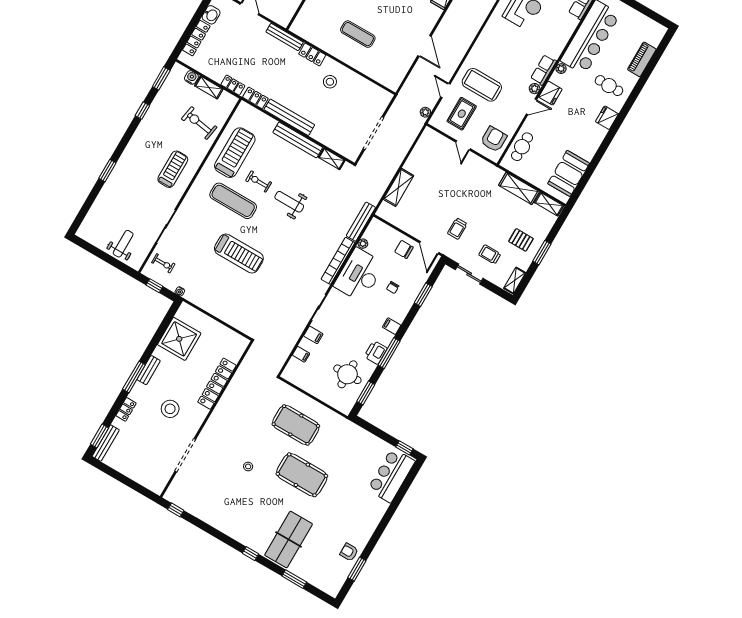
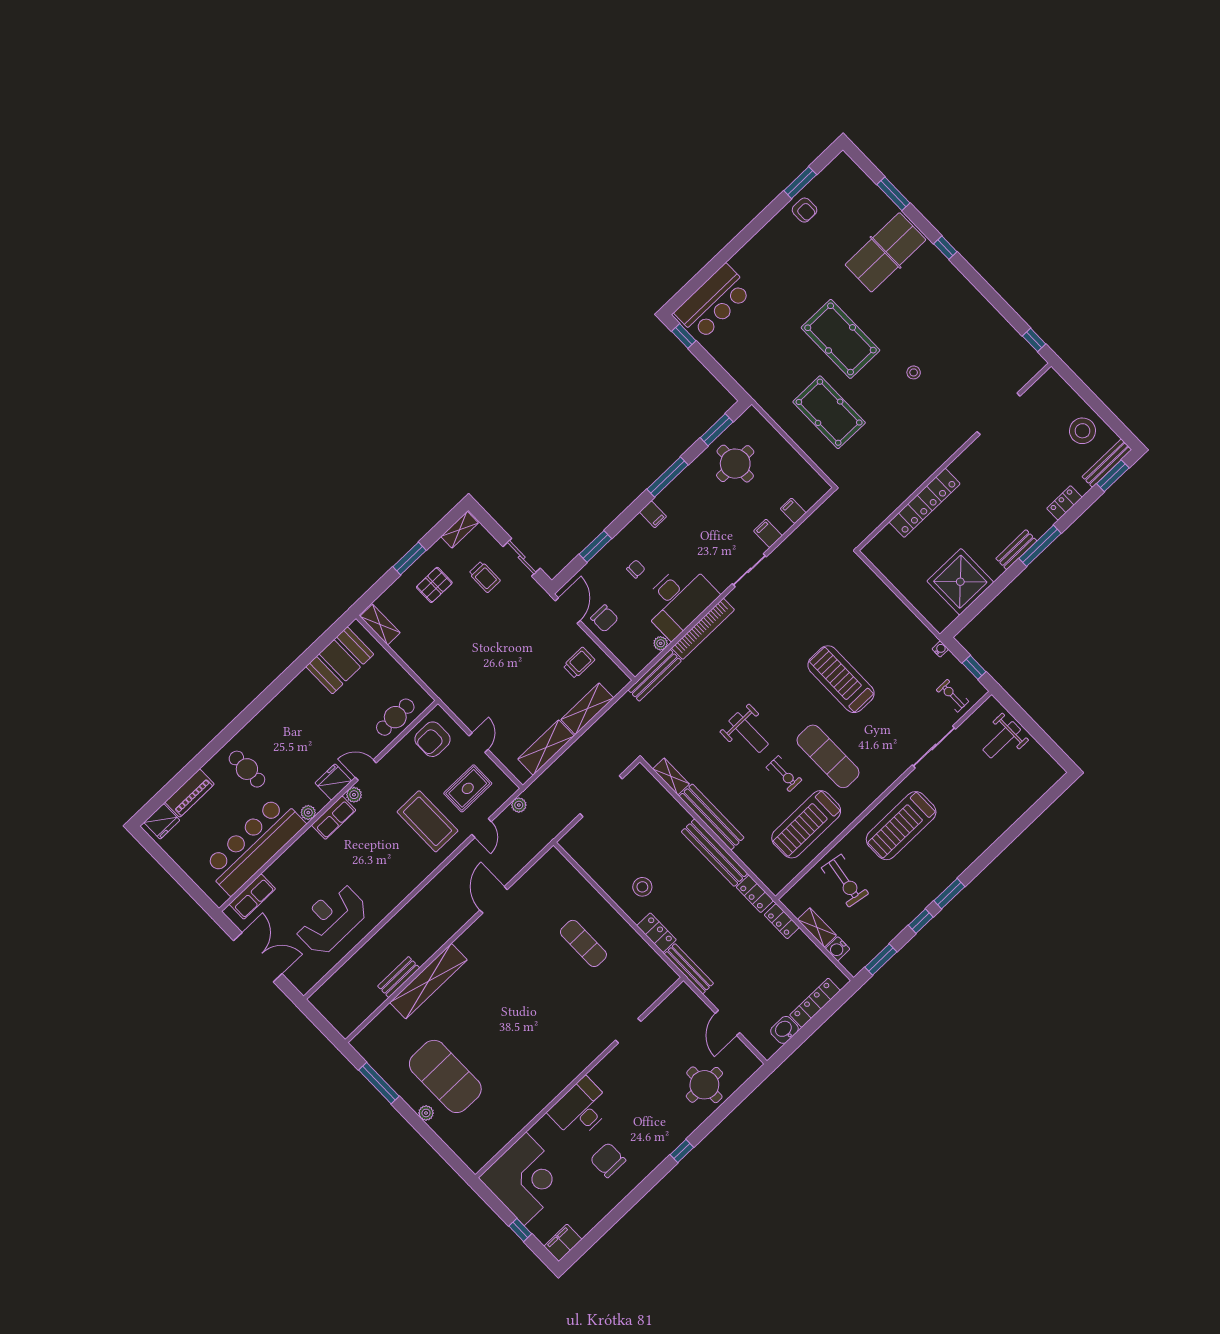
fridge: (607, 118) -> (162, 821), moved
treadmill: (173, 169) -> (901, 826), width x1.37, depth x1.38
window: (107, 171) -> (949, 894), moved
shelving: (519, 188) -> (546, 748), moved, turned 90
trolley: (457, 229) -> (579, 663), moved
pallet: (521, 240) -> (434, 585), turned 90
printer: (376, 352) -> (686, 483), removed
stool: (170, 409) -> (1082, 431), moved

